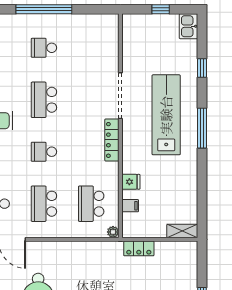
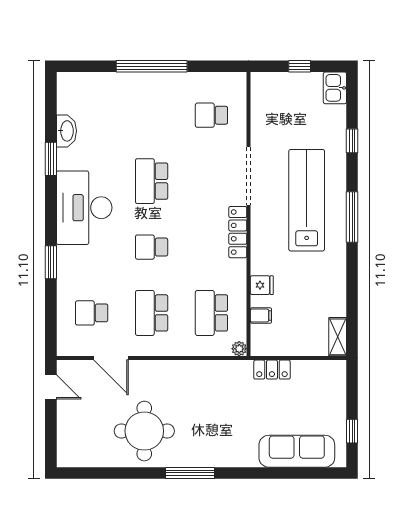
school desk: (44, 48) -> (211, 115), moved
shelving: (182, 231) -> (338, 337), moved, turned 90

